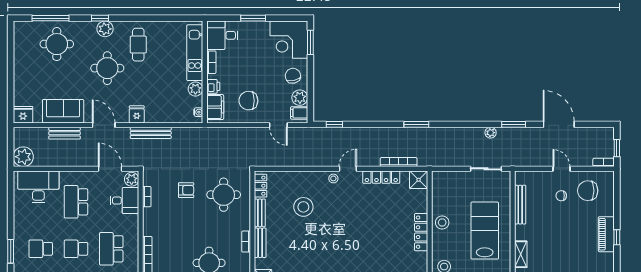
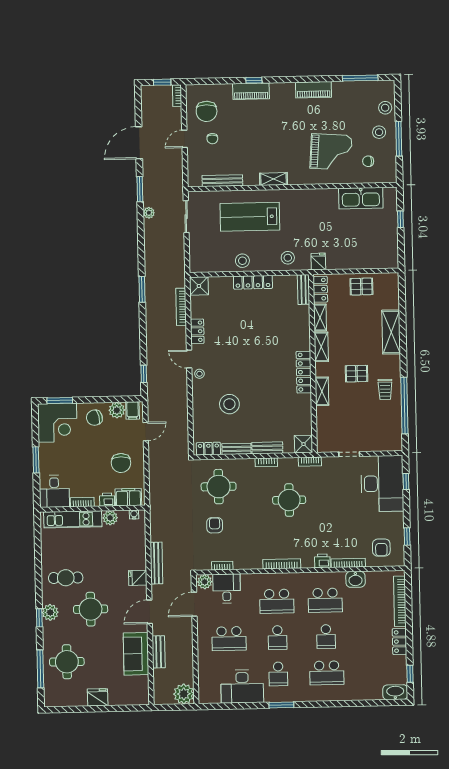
fridge: (23, 115) -> (98, 697), moved, turned 90
locker: (381, 177) -> (197, 331), width x0.66
desk: (38, 187) -> (242, 686), moved, turned -90

